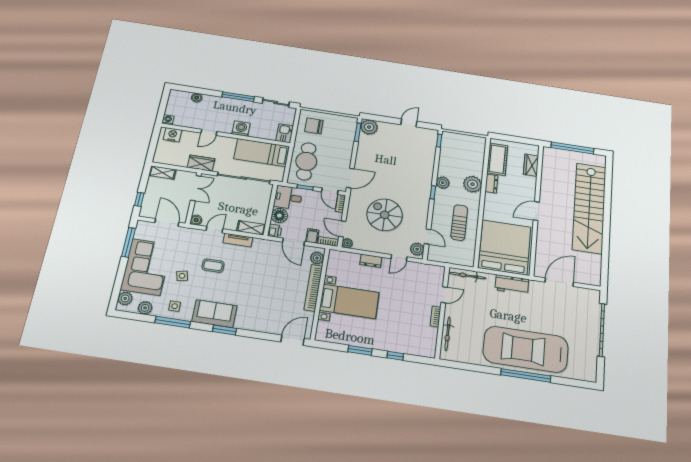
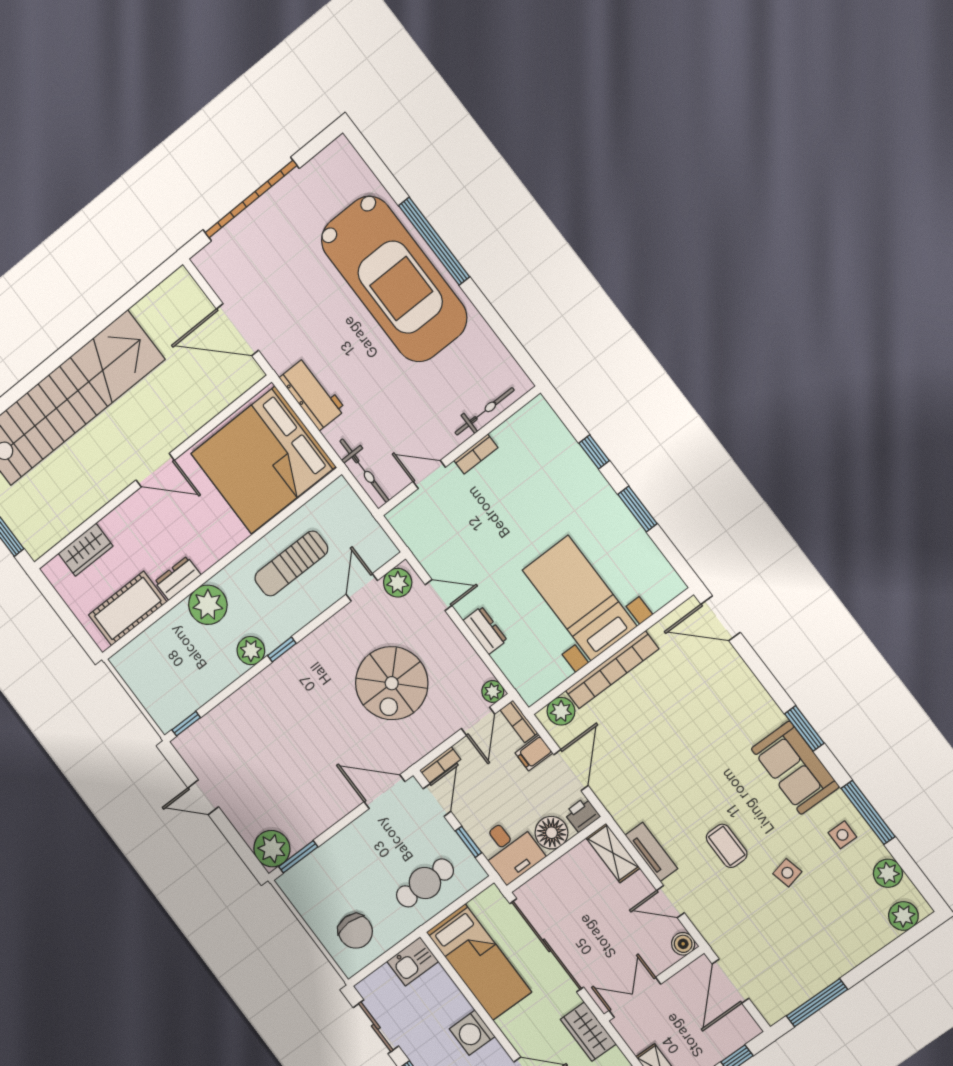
cafe table: (306, 161) -> (425, 883), width x0.73, depth x0.74
corner sofa: (146, 267) -> (827, 937), removed

